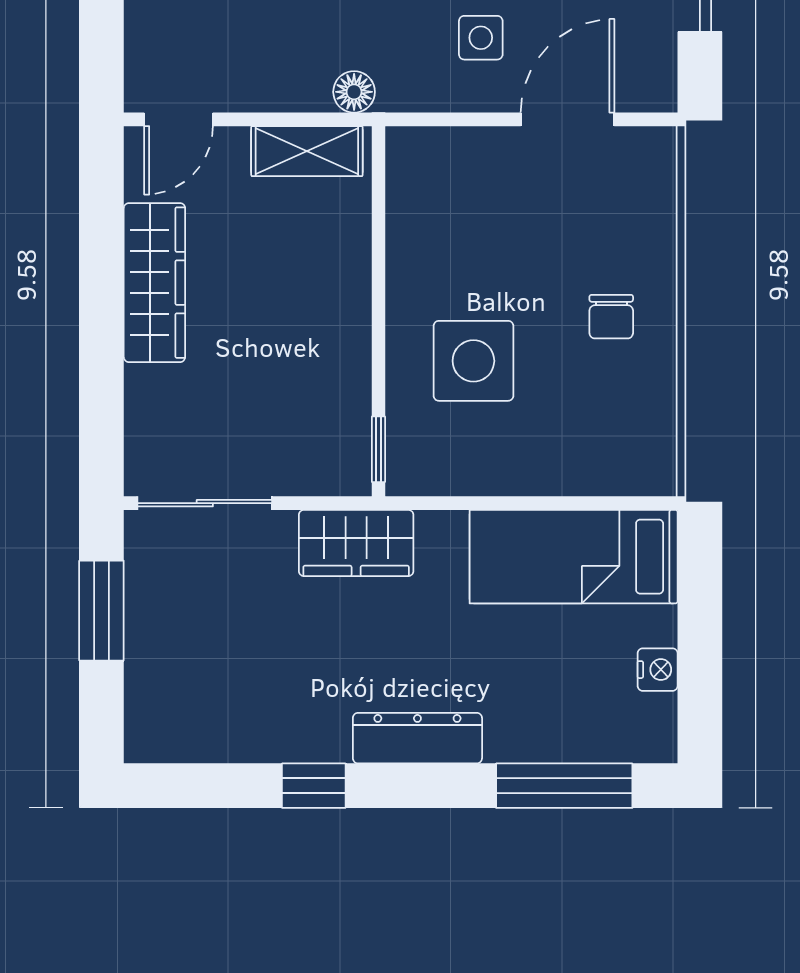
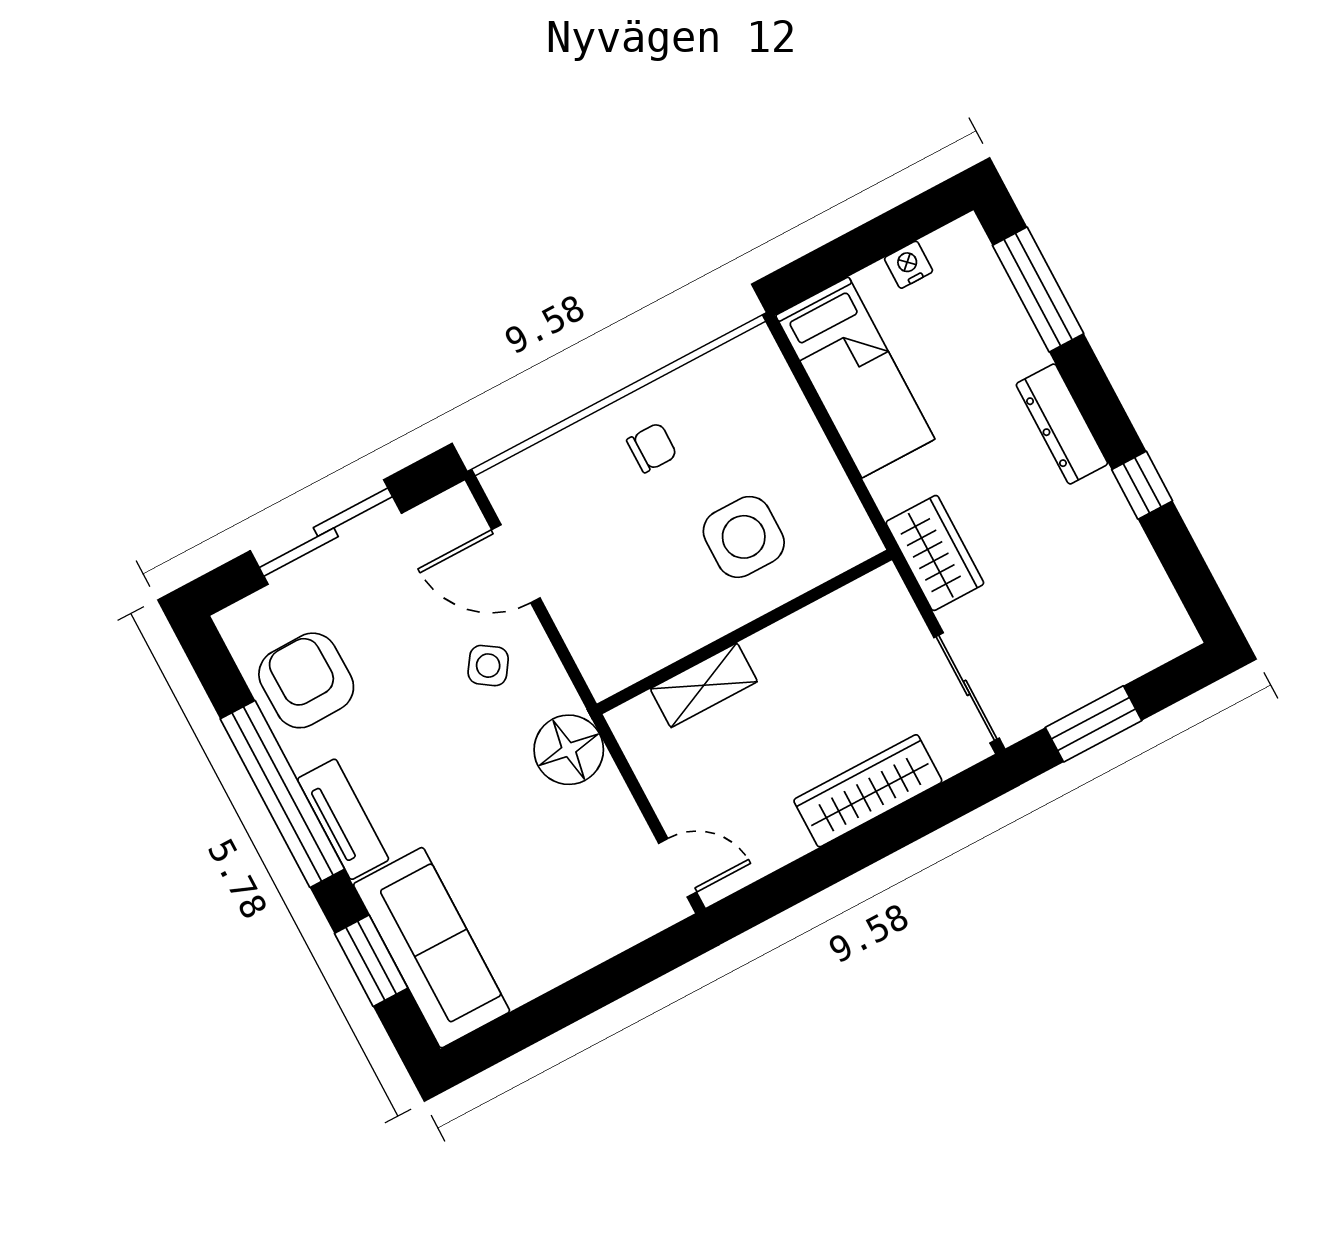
side table: (481, 38) -> (488, 666), turned 34
floor lamp: (354, 92) -> (569, 750), width x1.89, depth x1.89
shelving: (307, 151) -> (704, 685), moved, turned 90
wardrobe: (154, 283) -> (868, 791), moved
window: (378, 449) -> (852, 574), removed

